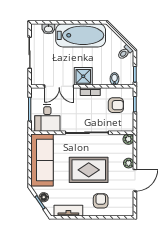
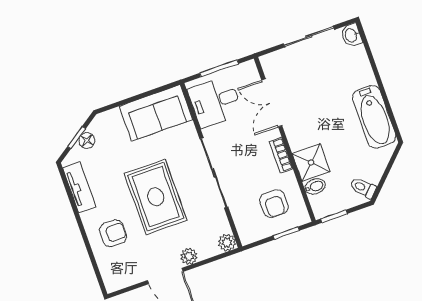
washbasin: (48, 29) -> (351, 35), moved
bathtub: (81, 35) -> (374, 117), width x0.73, depth x0.73
shower: (83, 76) -> (311, 163), moved
sofa: (42, 160) -> (156, 113), width x0.73

